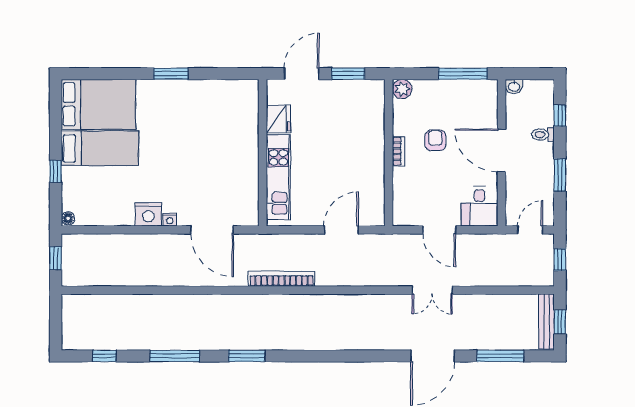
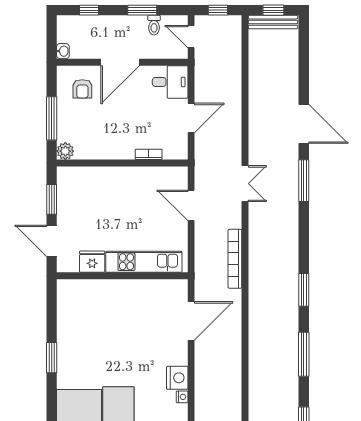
window: (463, 74) -> (52, 118), moved
toilet: (543, 135) -> (154, 25), moved
armchair: (435, 140) -> (82, 89), moved, turned -90
bookcase: (398, 151) -> (149, 154), moved
nightstand: (170, 220) -> (182, 397), moved
double door: (432, 290) -> (245, 184), moved
window: (500, 356) -> (304, 181), moved

